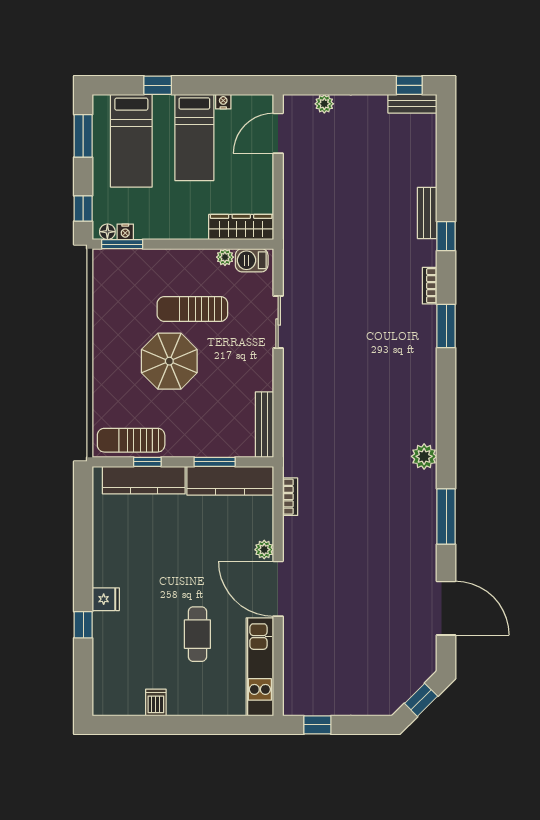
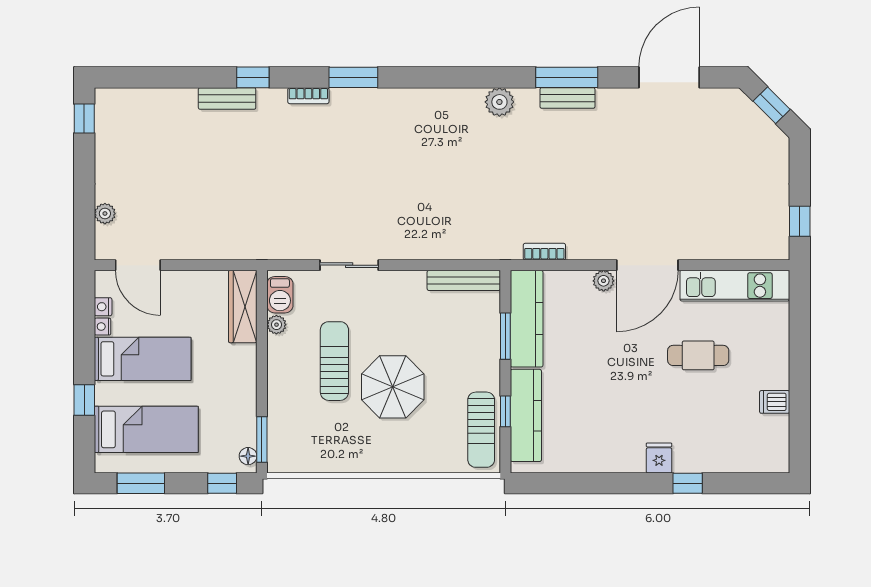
bench: (412, 104) -> (567, 98), moved, turned 90
nightstand: (125, 232) -> (103, 307), moved, turned 180
sun lounger: (192, 309) -> (334, 361), turned 180

